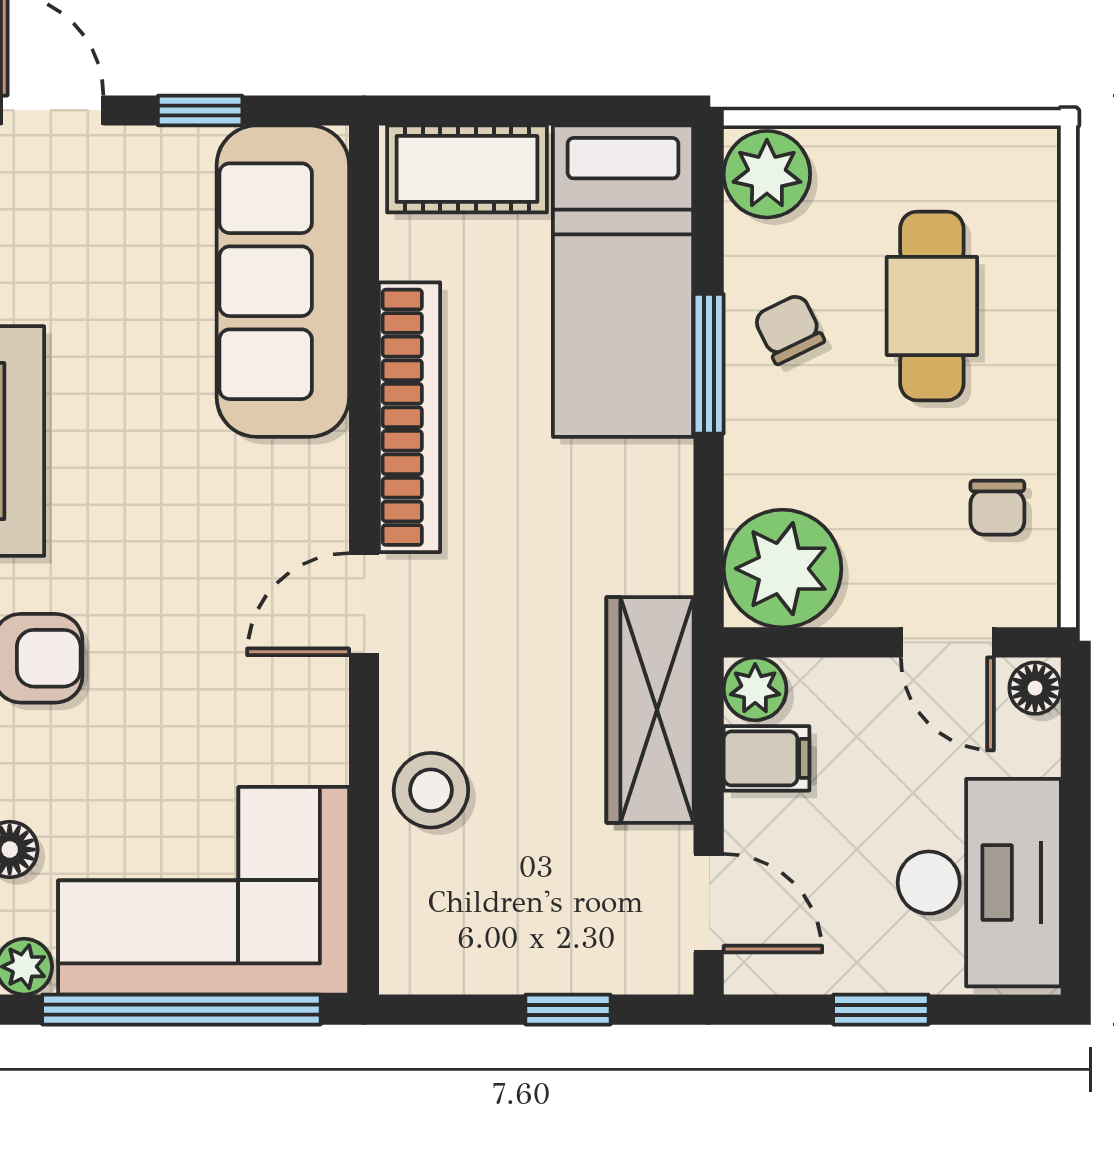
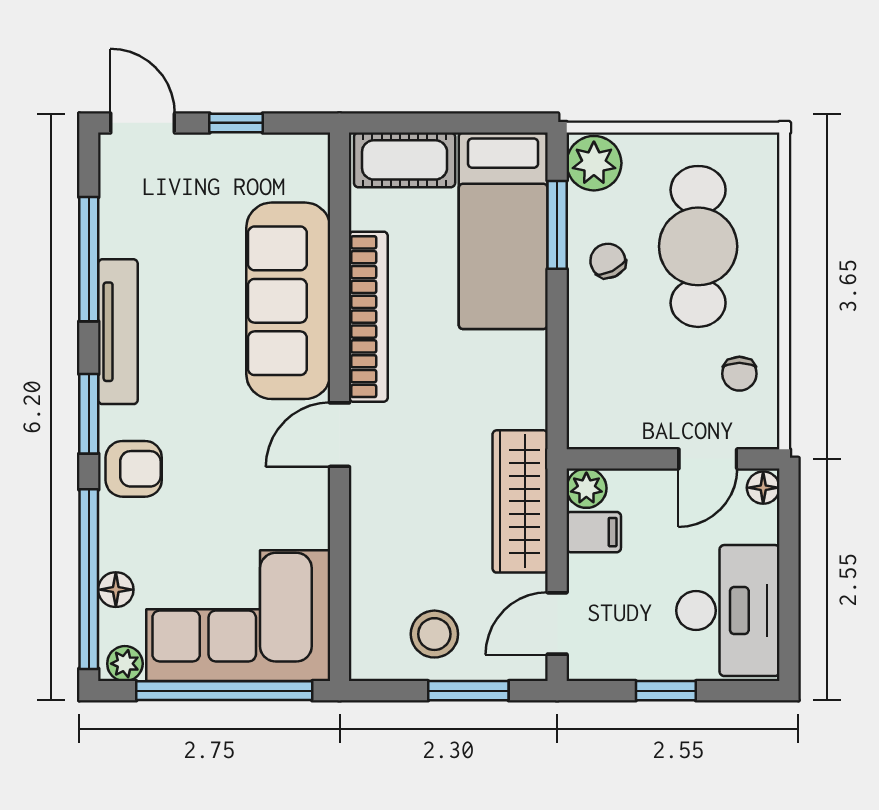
sofa: (283, 281) -> (288, 301), moved
cafe table: (932, 306) -> (698, 246), width x1.37, depth x1.35
window: (709, 364) -> (557, 225), moved
plant: (782, 569) -> (604, 412), removed
door: (947, 642) -> (708, 459), hinge flipped
stool: (431, 790) -> (434, 634), moved
door: (709, 903) -> (557, 623), swing flipped
window: (568, 1010) -> (468, 691), width x1.50

